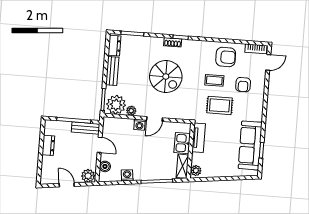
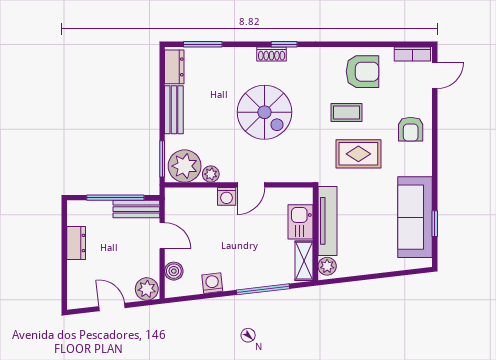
armchair: (243, 85) -> (411, 129), moved
tv unit: (199, 138) -> (327, 221), width x1.41

